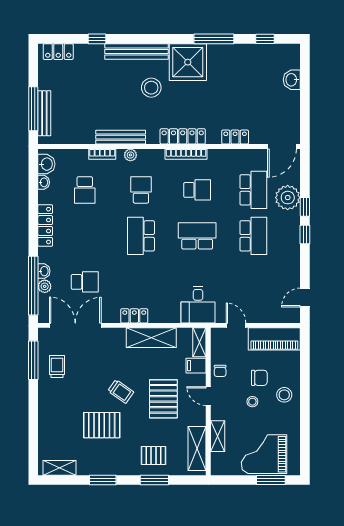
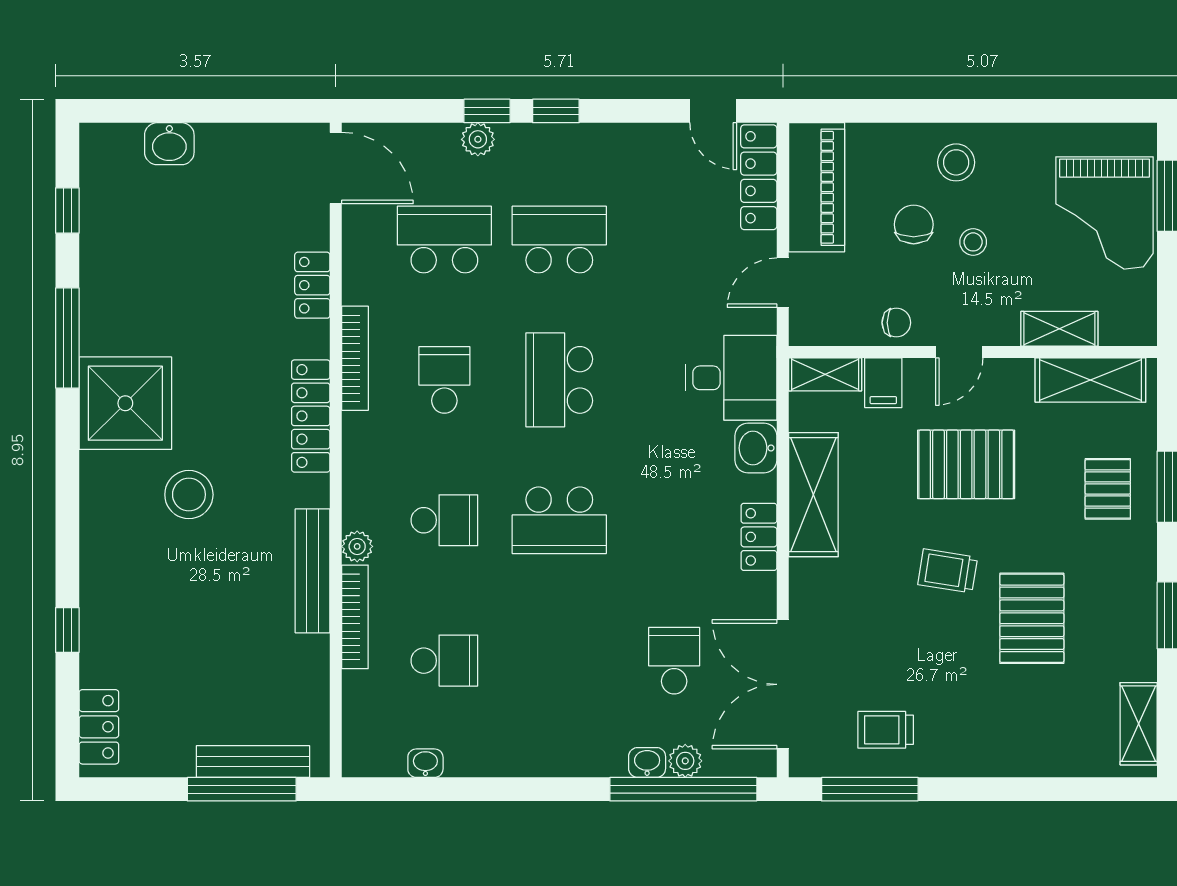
bench: (137, 51) -> (99, 531), removed
bookcase: (102, 154) -> (355, 617), width x1.56
bookcase: (186, 154) -> (355, 358), moved
washbasin: (46, 164) -> (756, 448), moved, turned -90
school desk: (141, 190) -> (444, 520), turned 180
plant: (288, 198) -> (478, 139), width x0.53, depth x0.53
locker: (45, 226) -> (759, 177), moved, turned -90
trolley: (121, 391) -> (948, 571), turned -116

